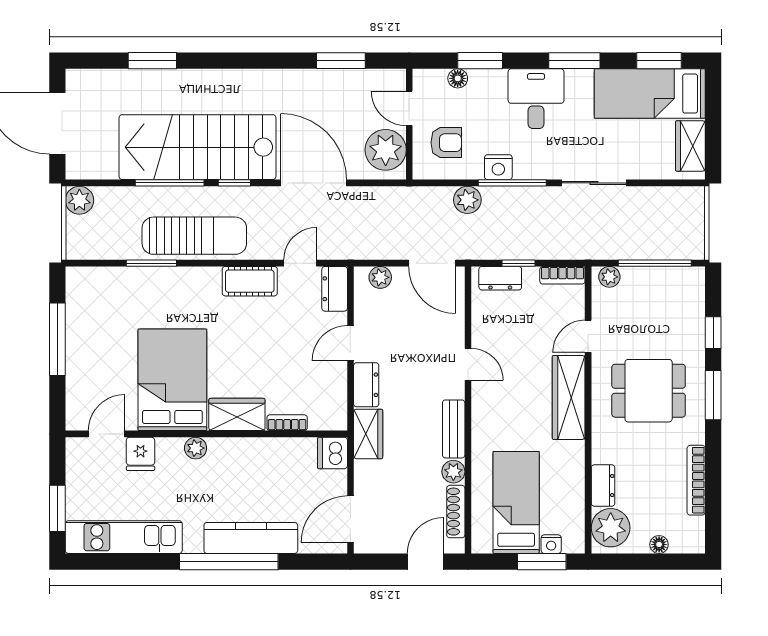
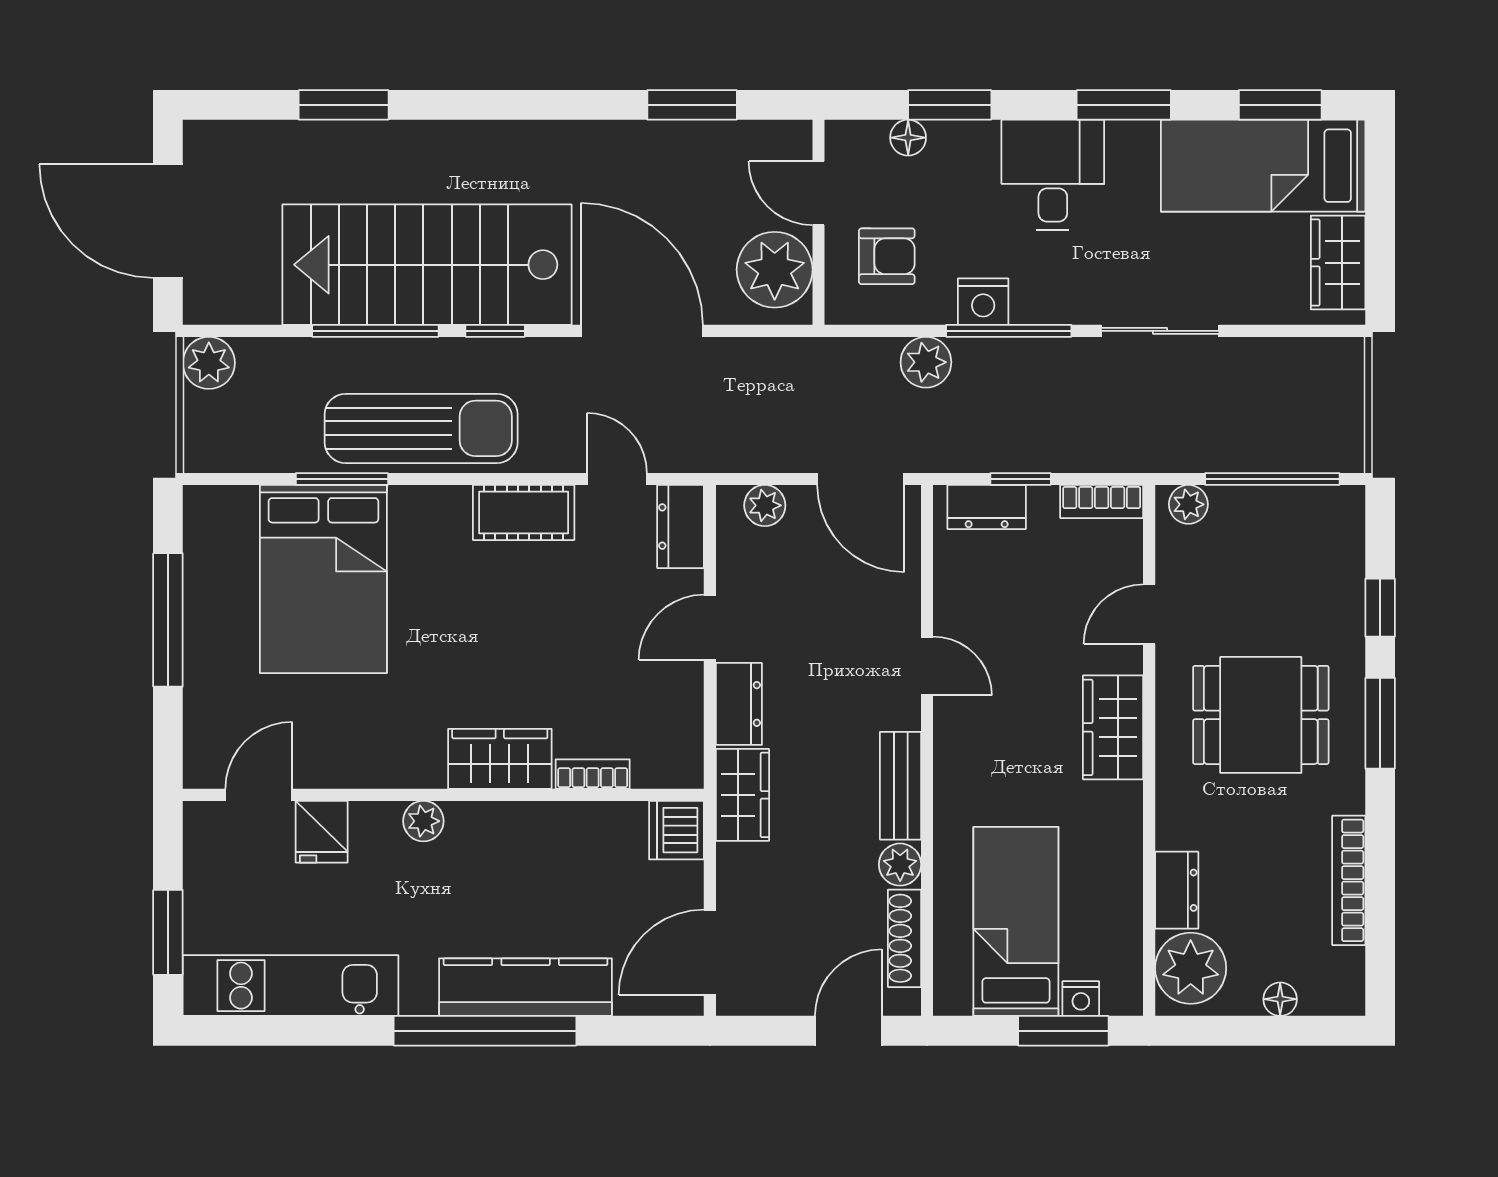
door: (300, 263) -> (617, 479), hinge flipped
bed: (172, 380) -> (323, 579), moved, turned 180
wardrobe: (569, 397) -> (1113, 727), width x0.67

